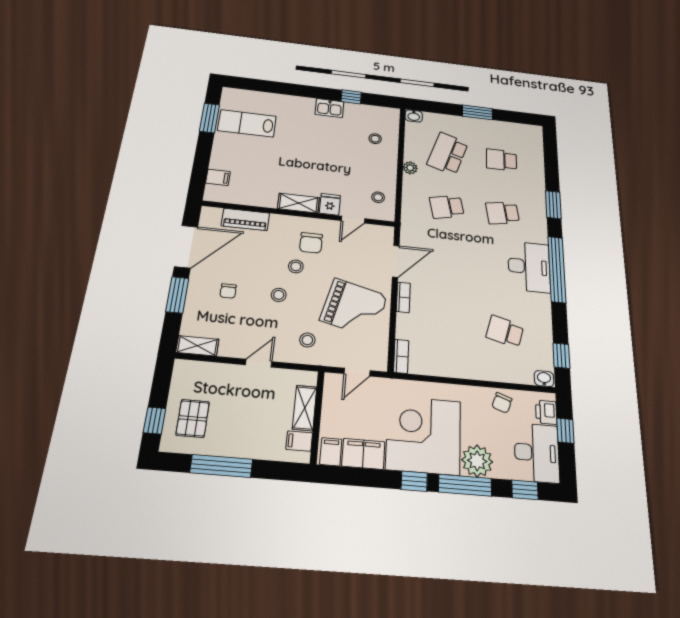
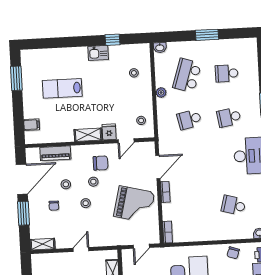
lab bench: (247, 123) -> (62, 88), moved
chair: (311, 243) -> (101, 163), turned -90
stool: (307, 340) -> (66, 184), moved

